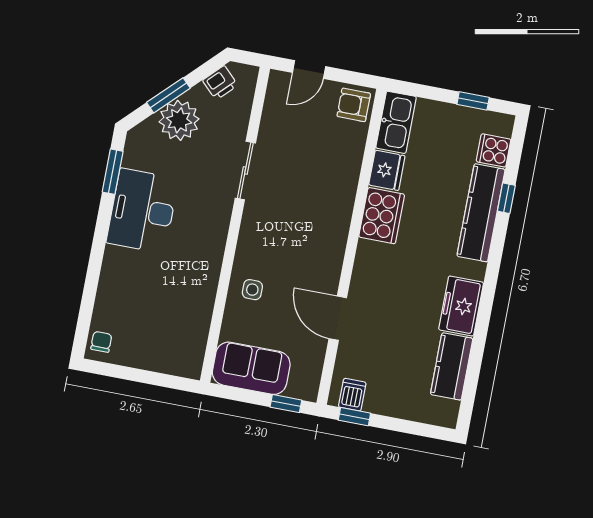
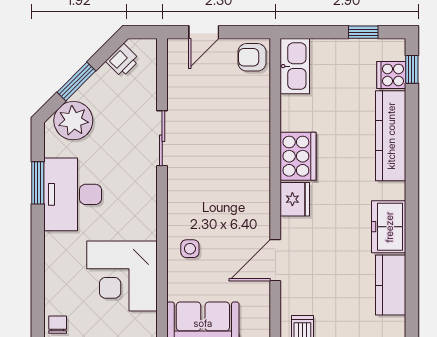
plant: (179, 120) -> (73, 121), moved
fridge: (387, 170) -> (295, 199), moved
window: (113, 172) -> (38, 183), moved
window: (506, 198) -> (412, 69), moved
corner desk: (177, 304) -> (122, 276), added
door: (338, 318) -> (275, 260), hinge flipped

